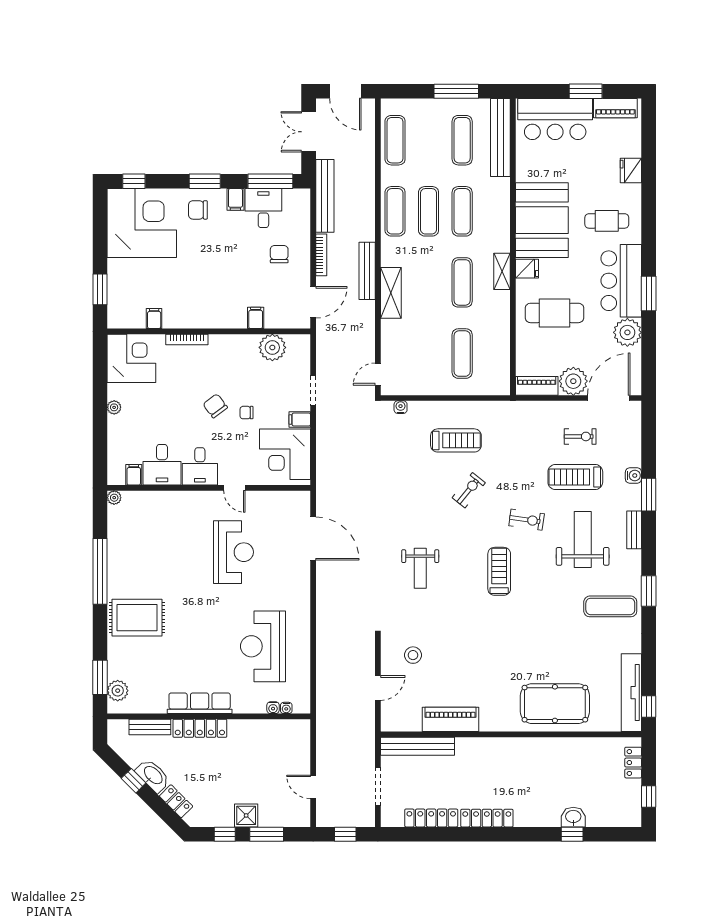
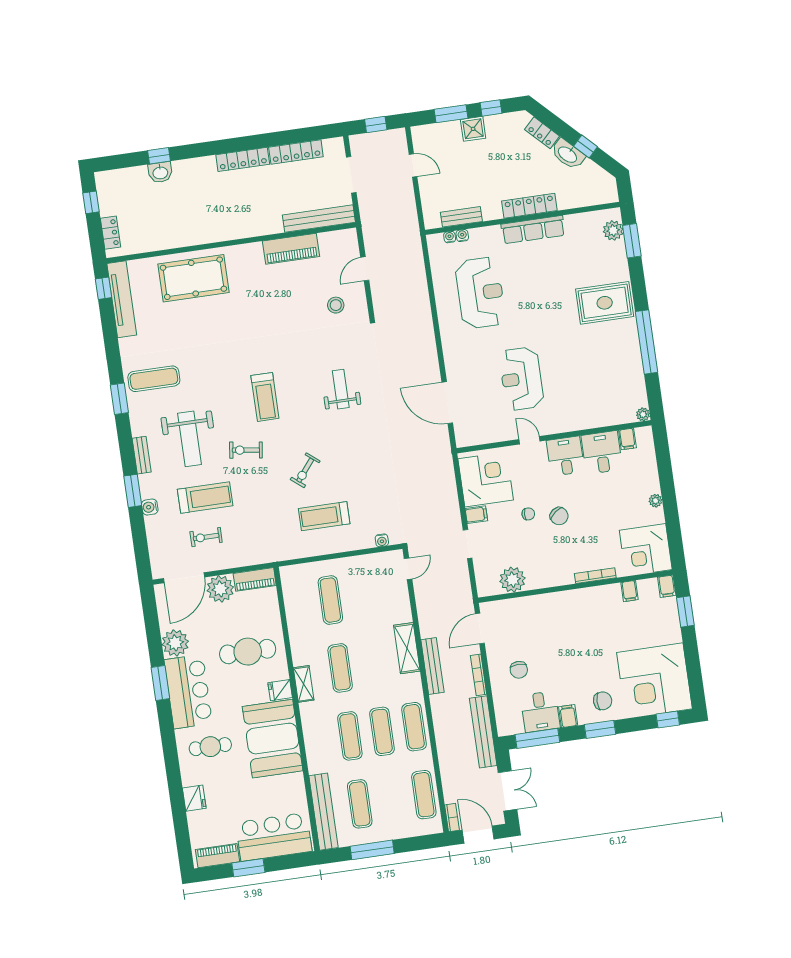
bookcase: (370, 113) -> (452, 818), added
filing cabinet: (256, 318) -> (667, 586), moved
bench: (150, 727) -> (461, 217), moved

